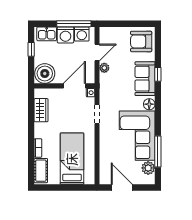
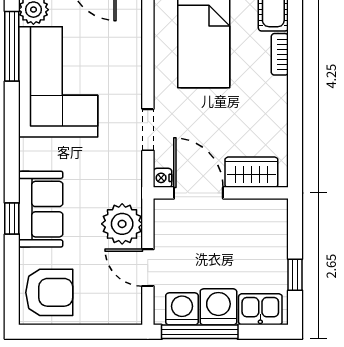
door: (97, 52) -> (148, 268), hinge flipped
plant: (104, 68) -> (122, 224), width x1.87, depth x1.87
boiler: (45, 73) -> (265, 221), removed
door: (74, 86) -> (198, 193), swing flipped
floor lamp: (149, 104) -> (31, 152), removed
wardrobe: (41, 110) -> (251, 172), moved, turned 90

